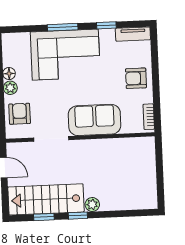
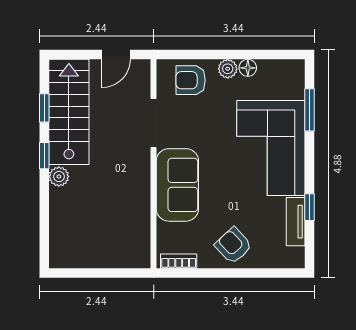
window: (63, 27) -> (309, 110), moved
tv unit: (133, 34) -> (296, 222), moved
armchair: (136, 78) -> (233, 246), turned -43
armchair: (20, 114) -> (191, 80), turned 180

